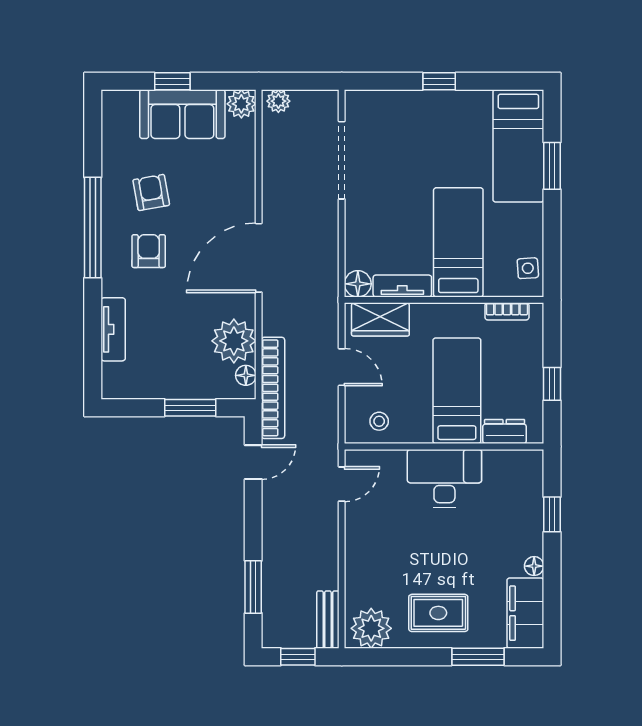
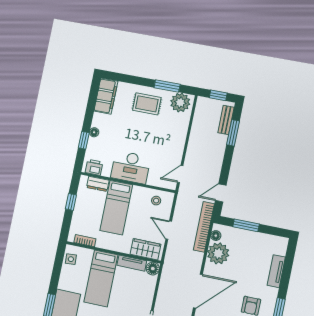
printer: (519, 464) -> (94, 167), added
floor lamp: (534, 566) -> (94, 132), moved
bench: (328, 620) -> (226, 120), moved
window: (478, 657) -> (167, 86), moved

